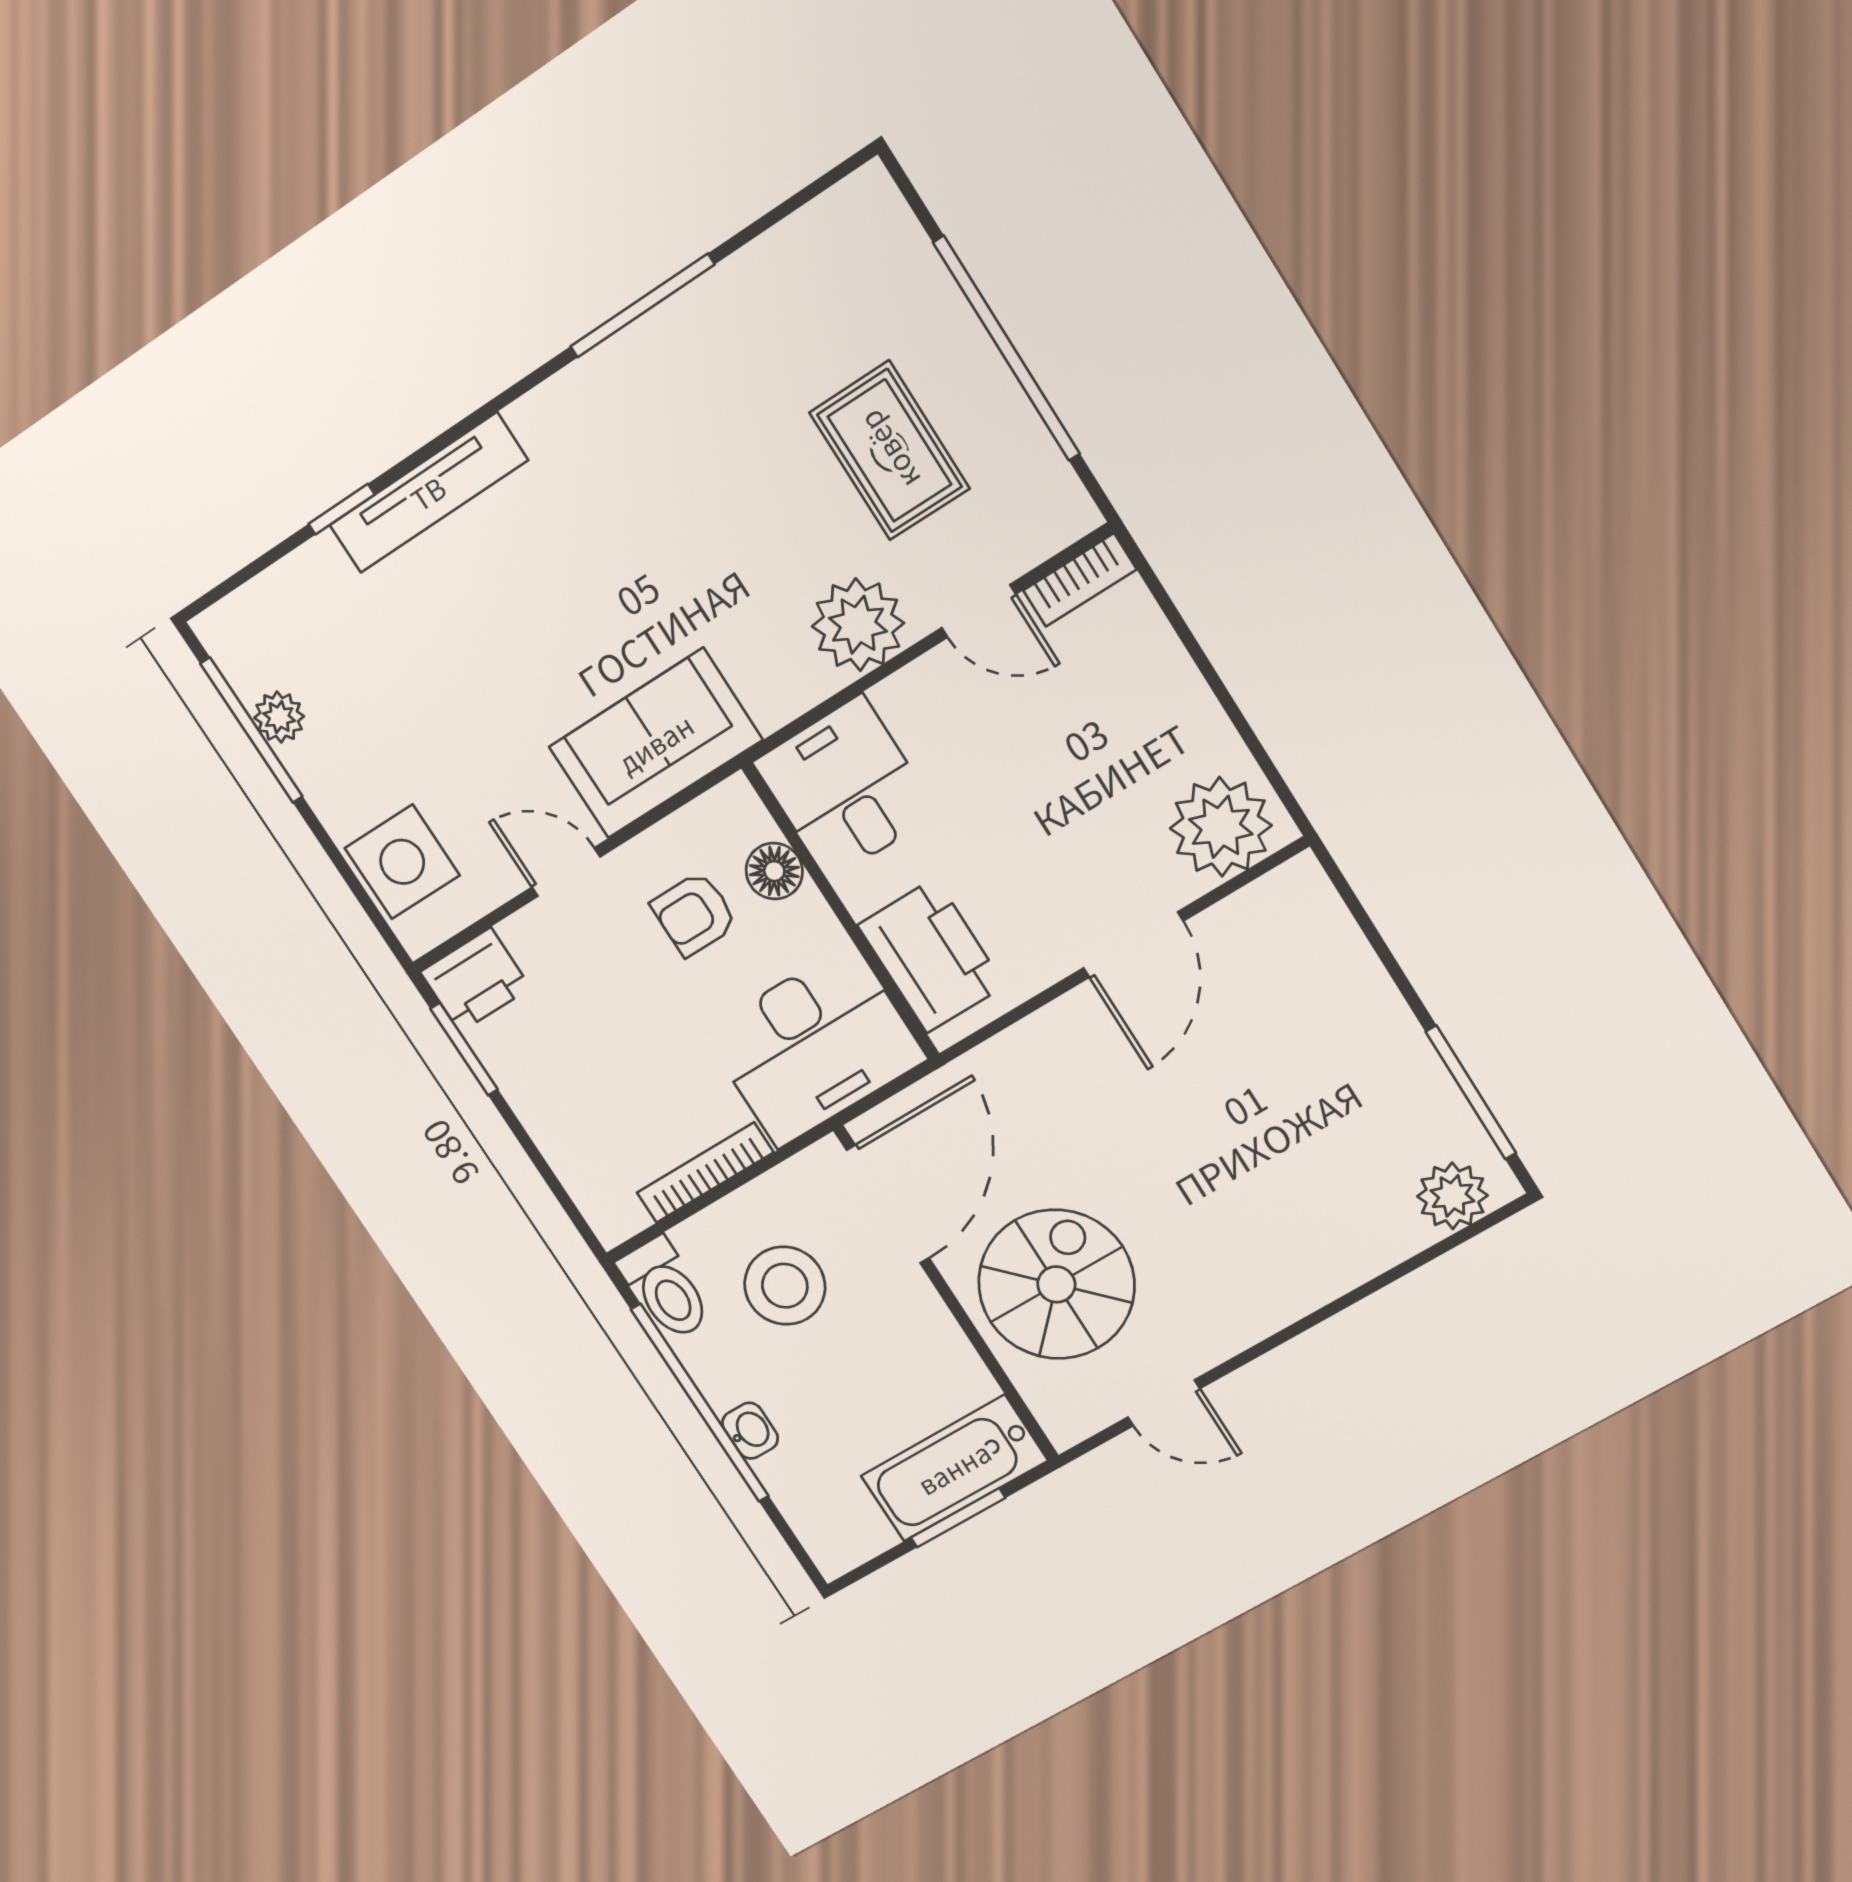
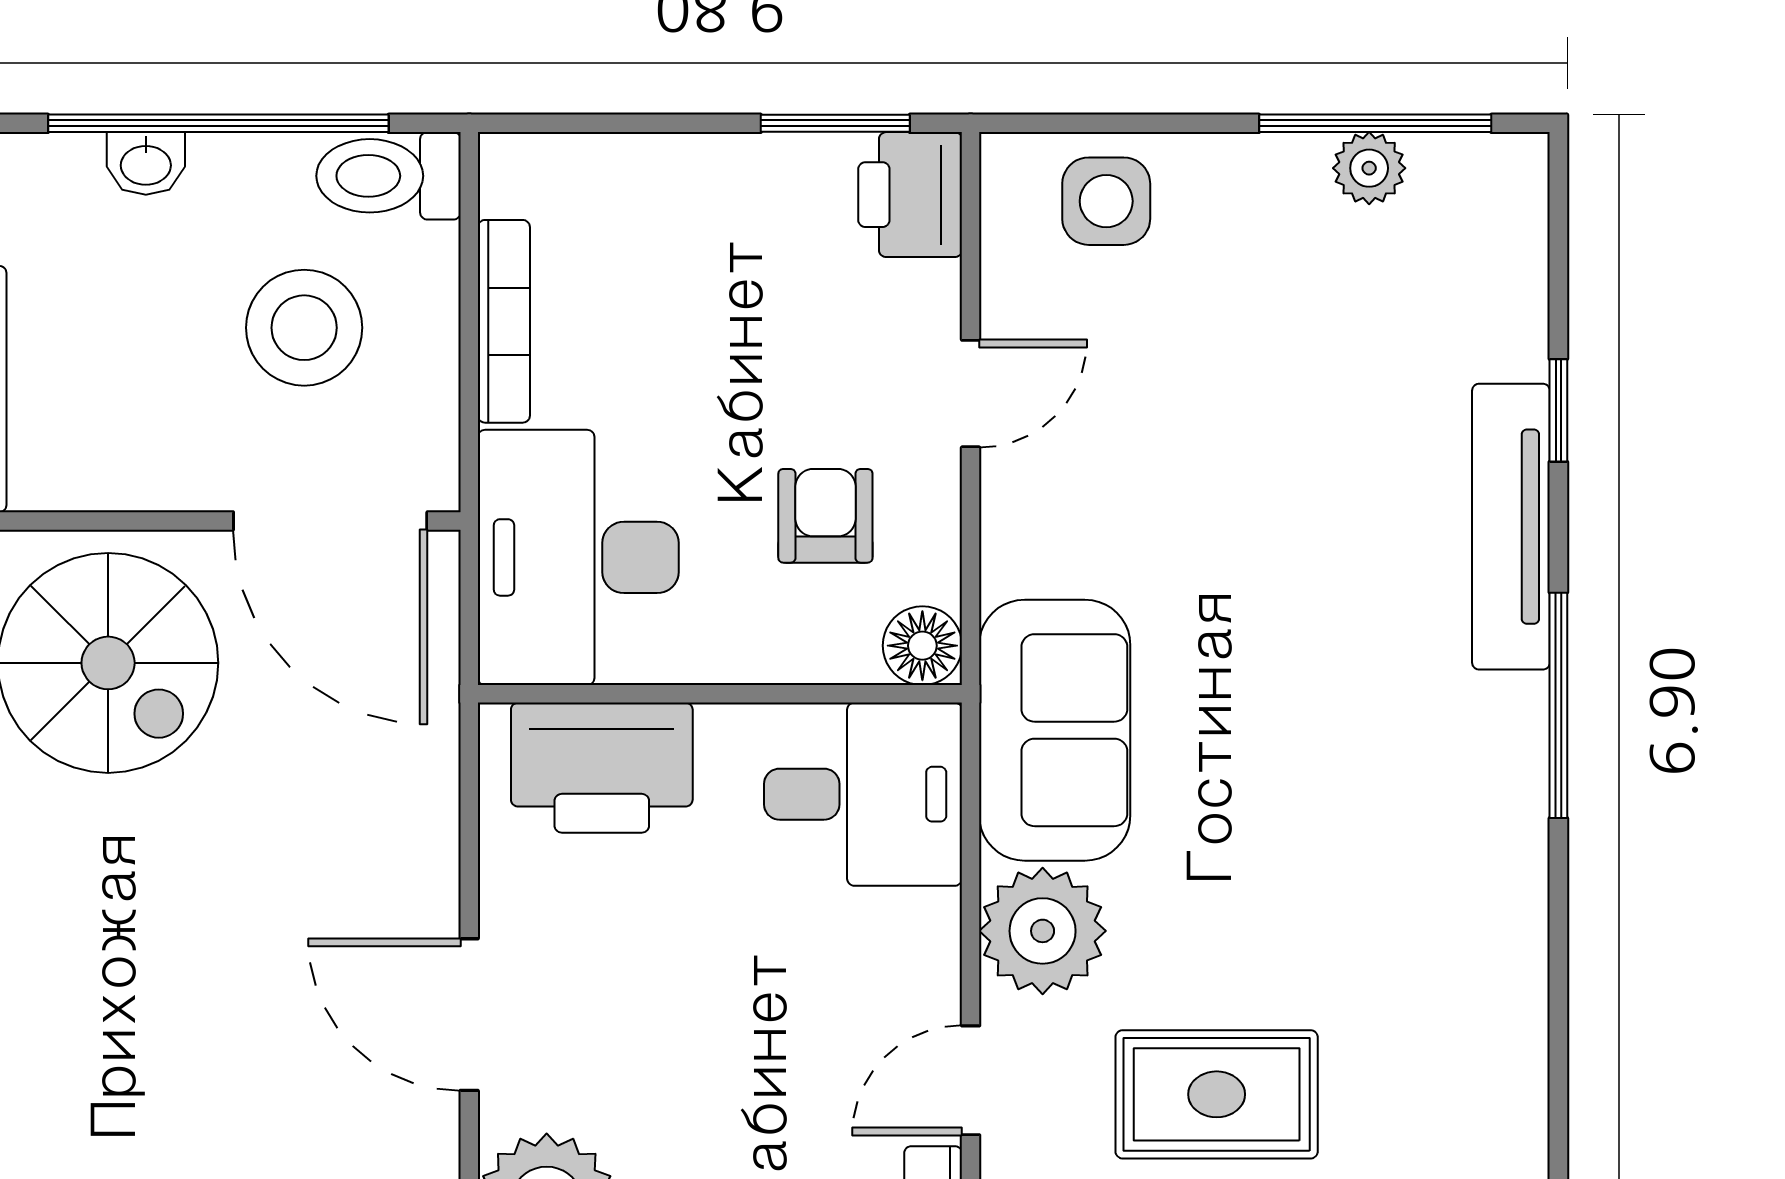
window: (642, 306) -> (1558, 705), moved
sofa: (656, 743) -> (1055, 730), moved
side table: (402, 862) -> (1106, 201), width x0.73, depth x0.73
floor lamp: (774, 871) -> (922, 646), moved

